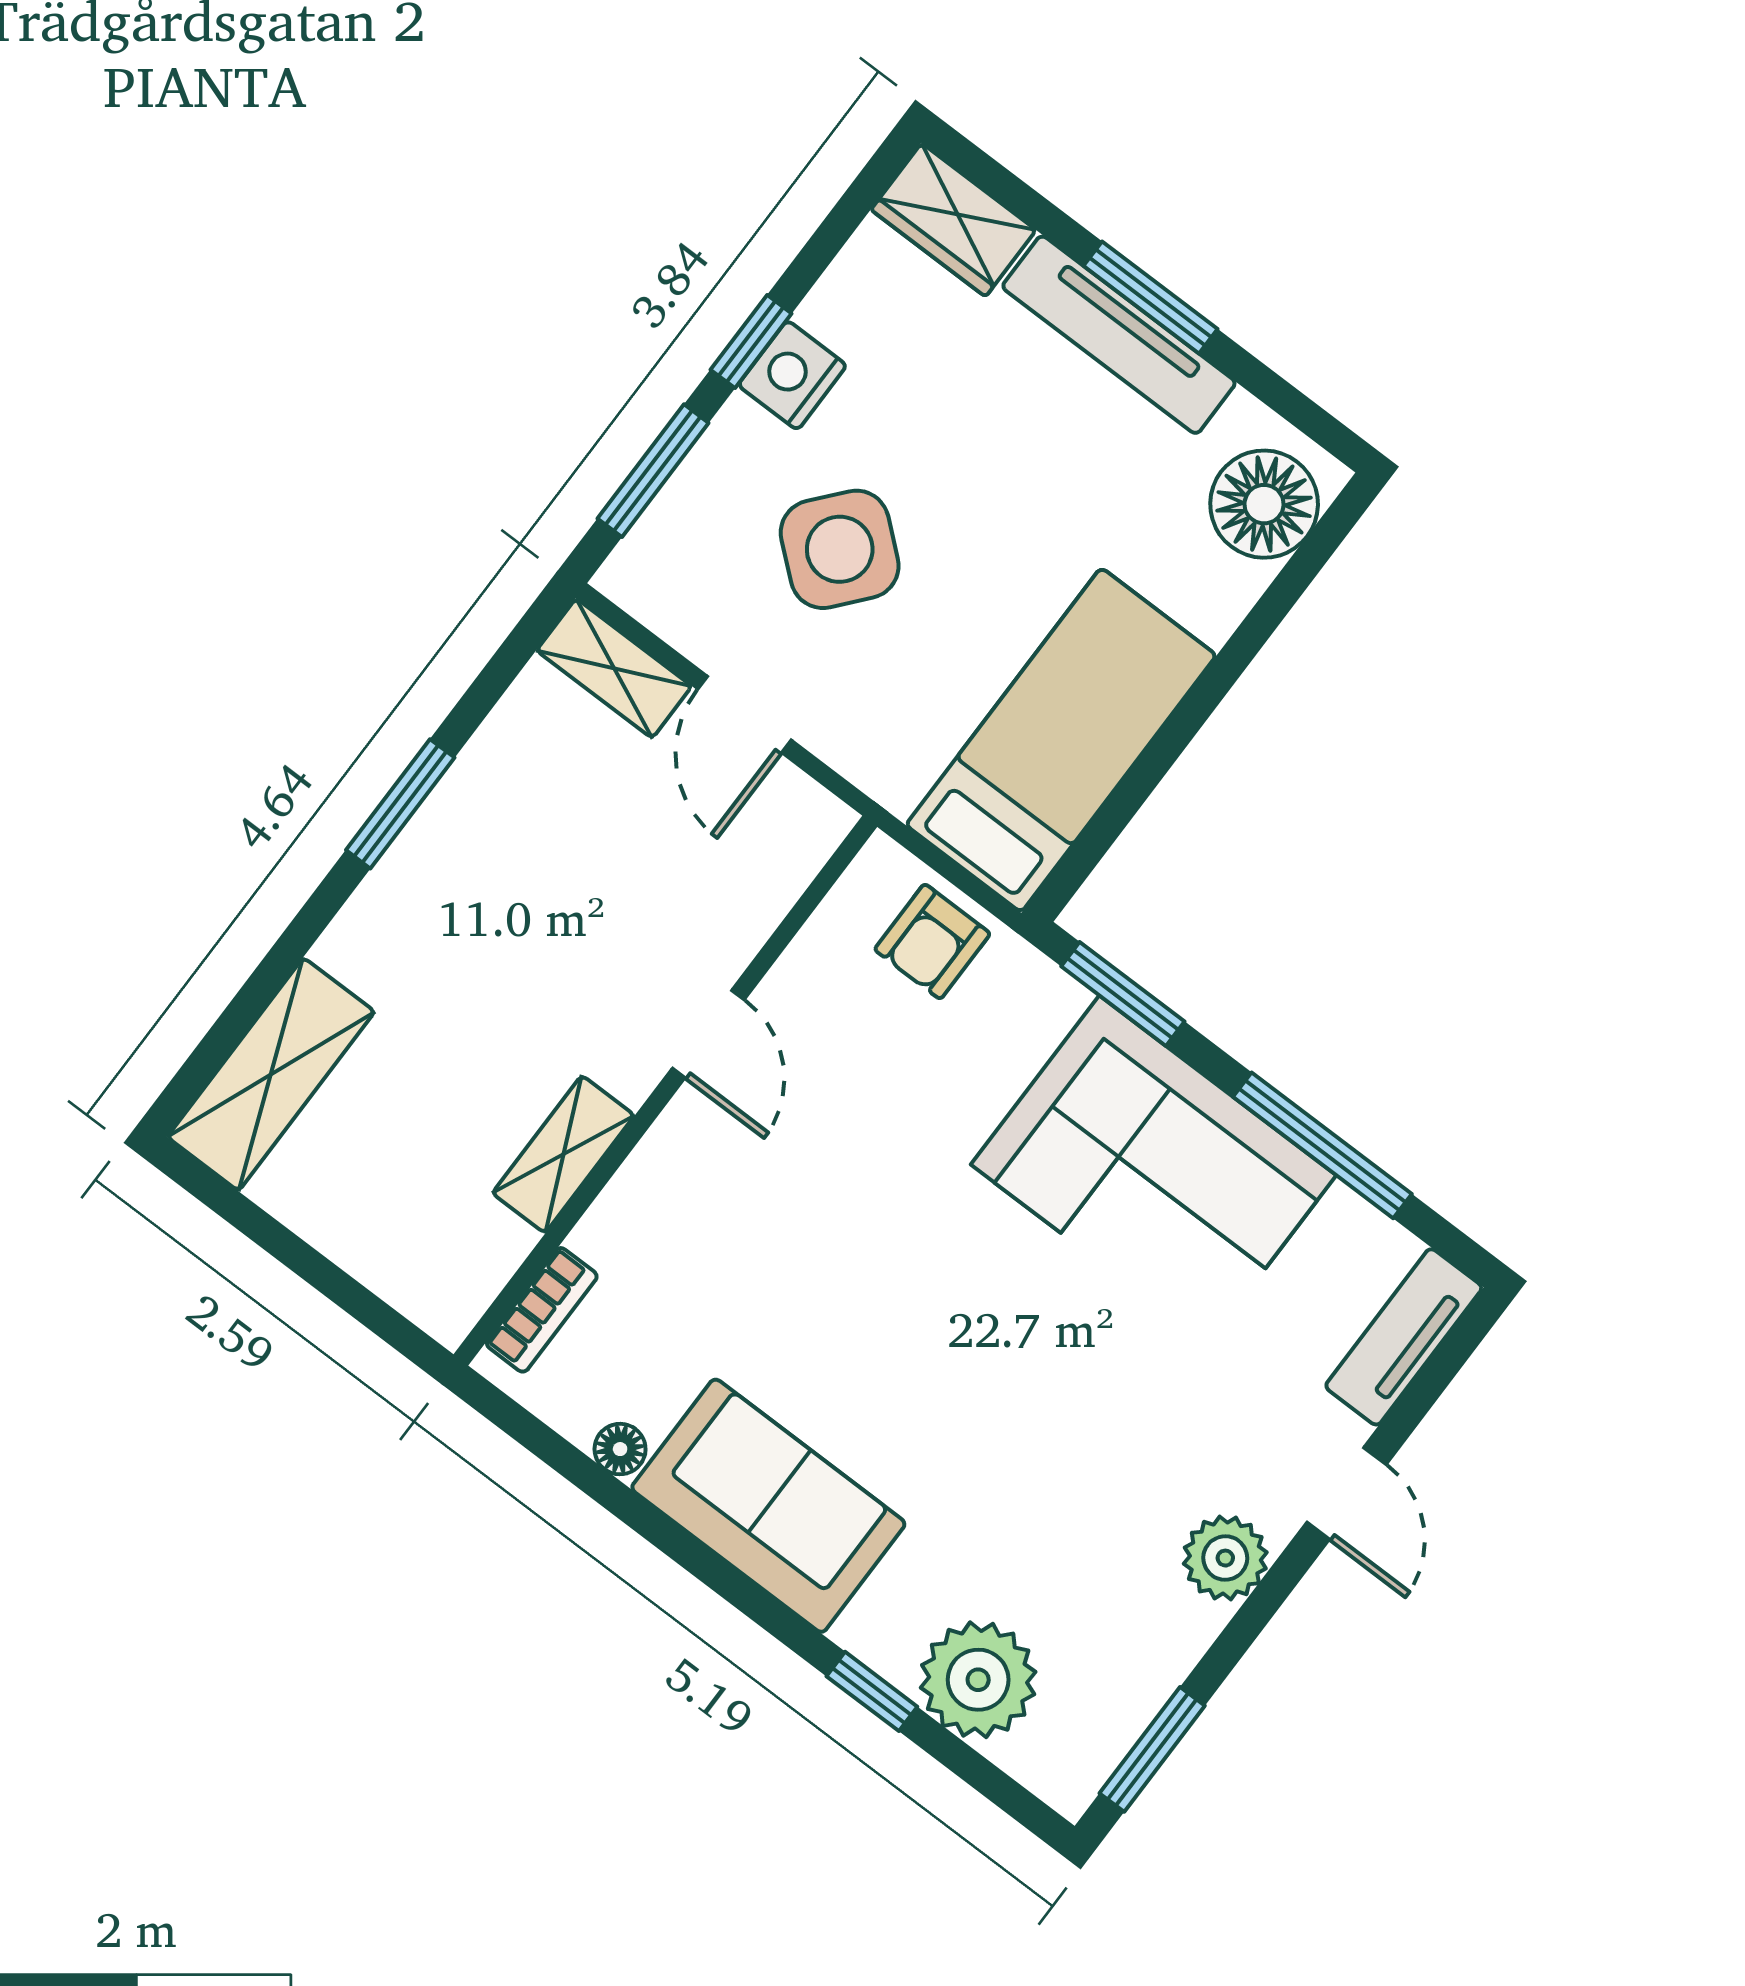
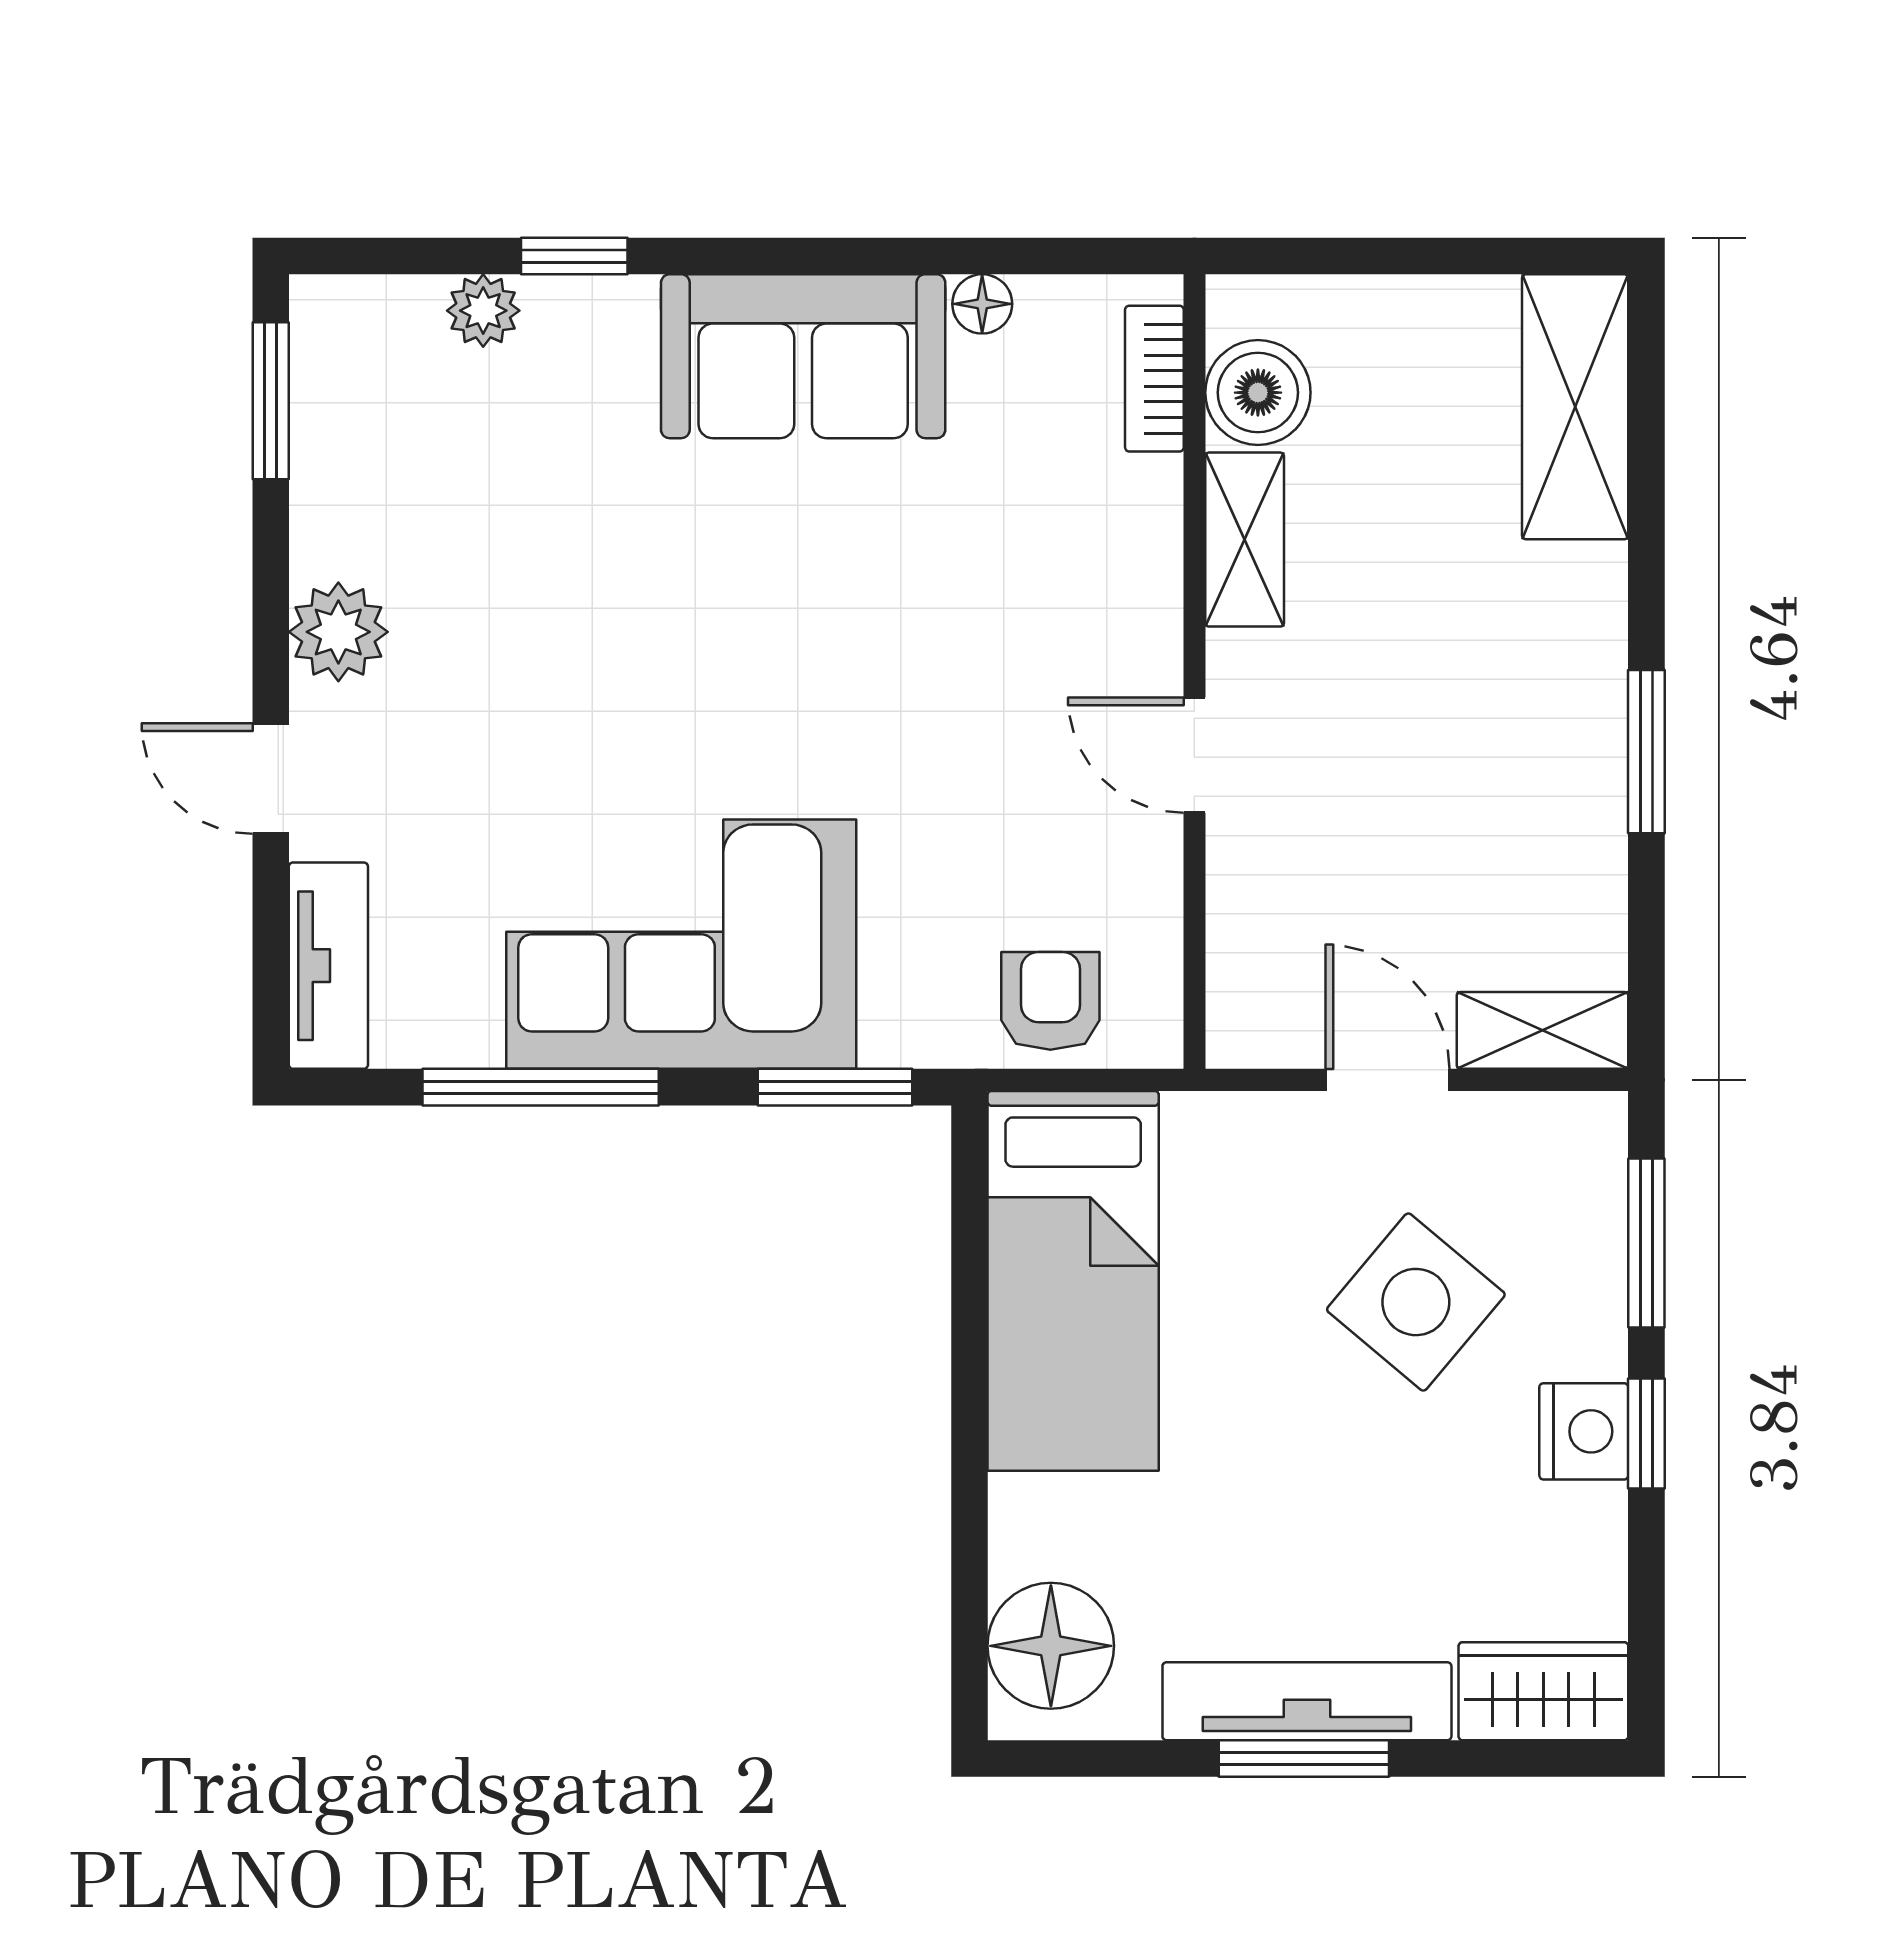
boiler: (479, 1247) -> (1258, 393), added
plant: (978, 1680) -> (483, 311), width x0.53, depth x0.53

